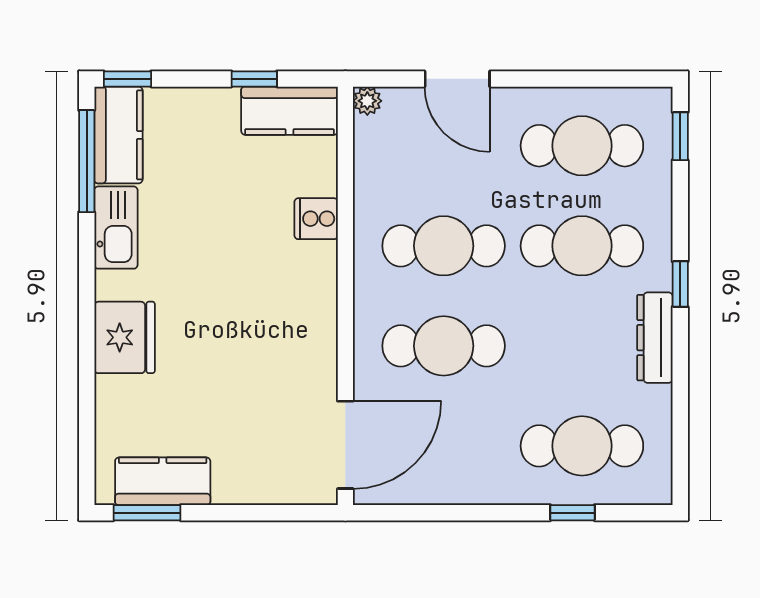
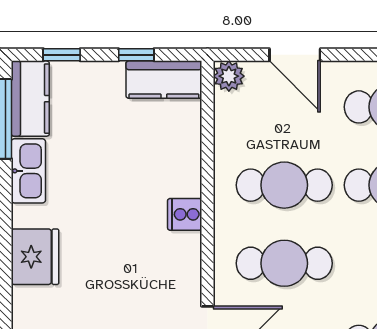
window: (127, 79) -> (62, 55), moved
plant: (367, 101) -> (229, 76), width x1.38, depth x1.38
cooker: (316, 219) -> (185, 214), moved

